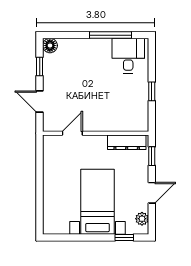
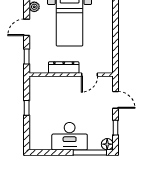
window: (111, 35) -> (90, 152), moved
desk: (128, 56) -> (70, 136), moved, width x1.37
dresser: (127, 142) -> (64, 67), moved

